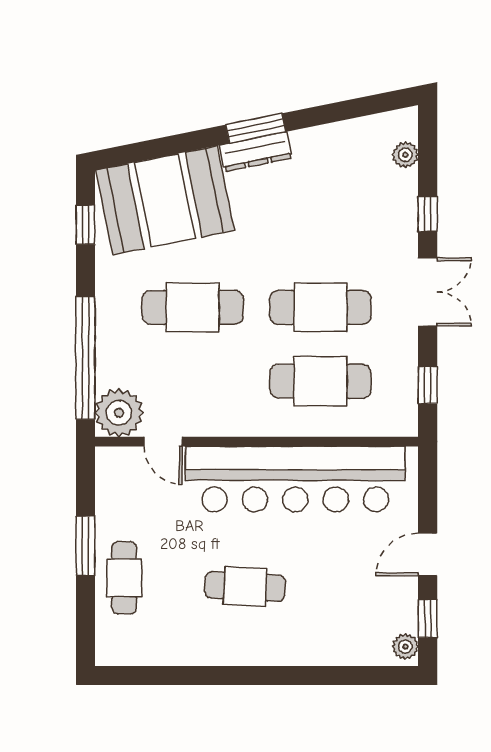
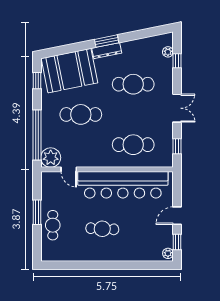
window: (428, 214) -> (177, 61), moved
cafe table: (321, 307) -> (133, 84), moved

